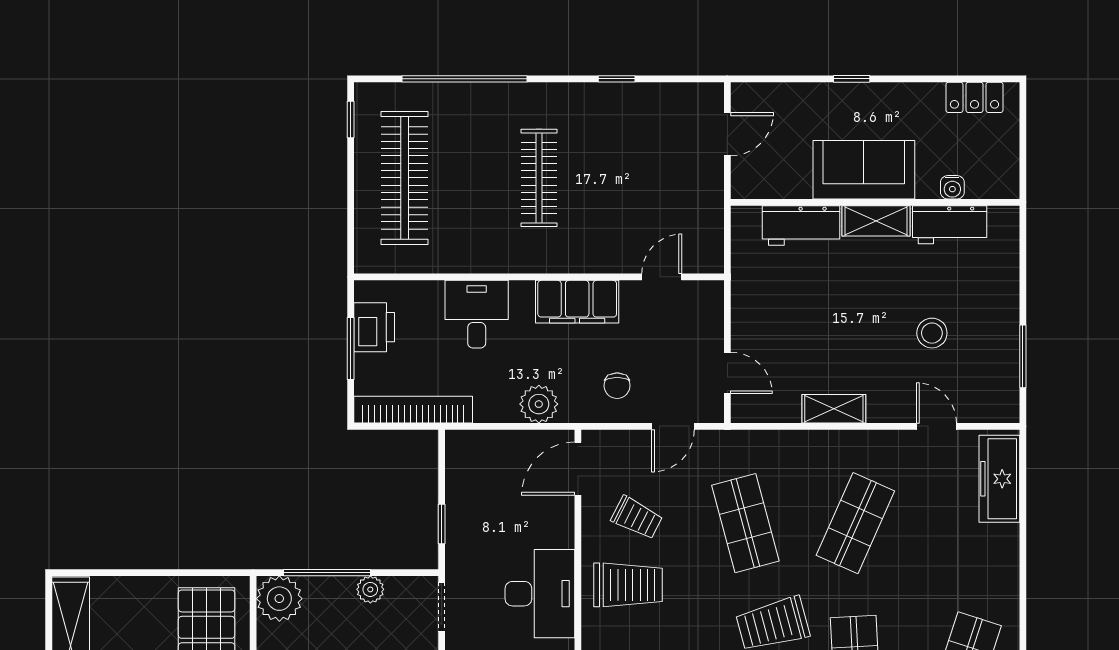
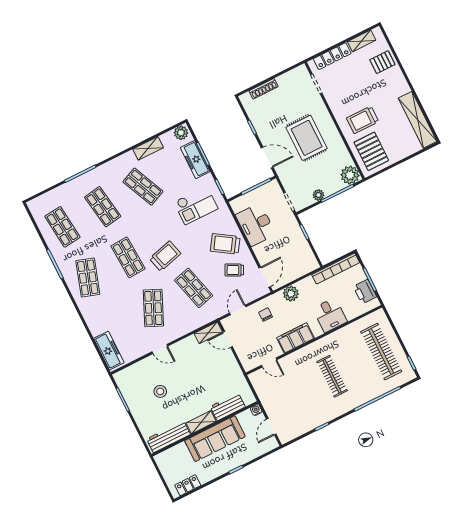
sofa: (864, 170) -> (215, 439), width x1.36
water cooler: (952, 187) -> (256, 410), moved
workbench: (950, 225) -> (169, 437), width x1.38
door: (662, 277) -> (269, 362), hinge flipped
shelving: (834, 409) -> (208, 333), moved
door: (937, 426) -> (160, 349), moved
trolley: (628, 585) -> (225, 244), turned 33

